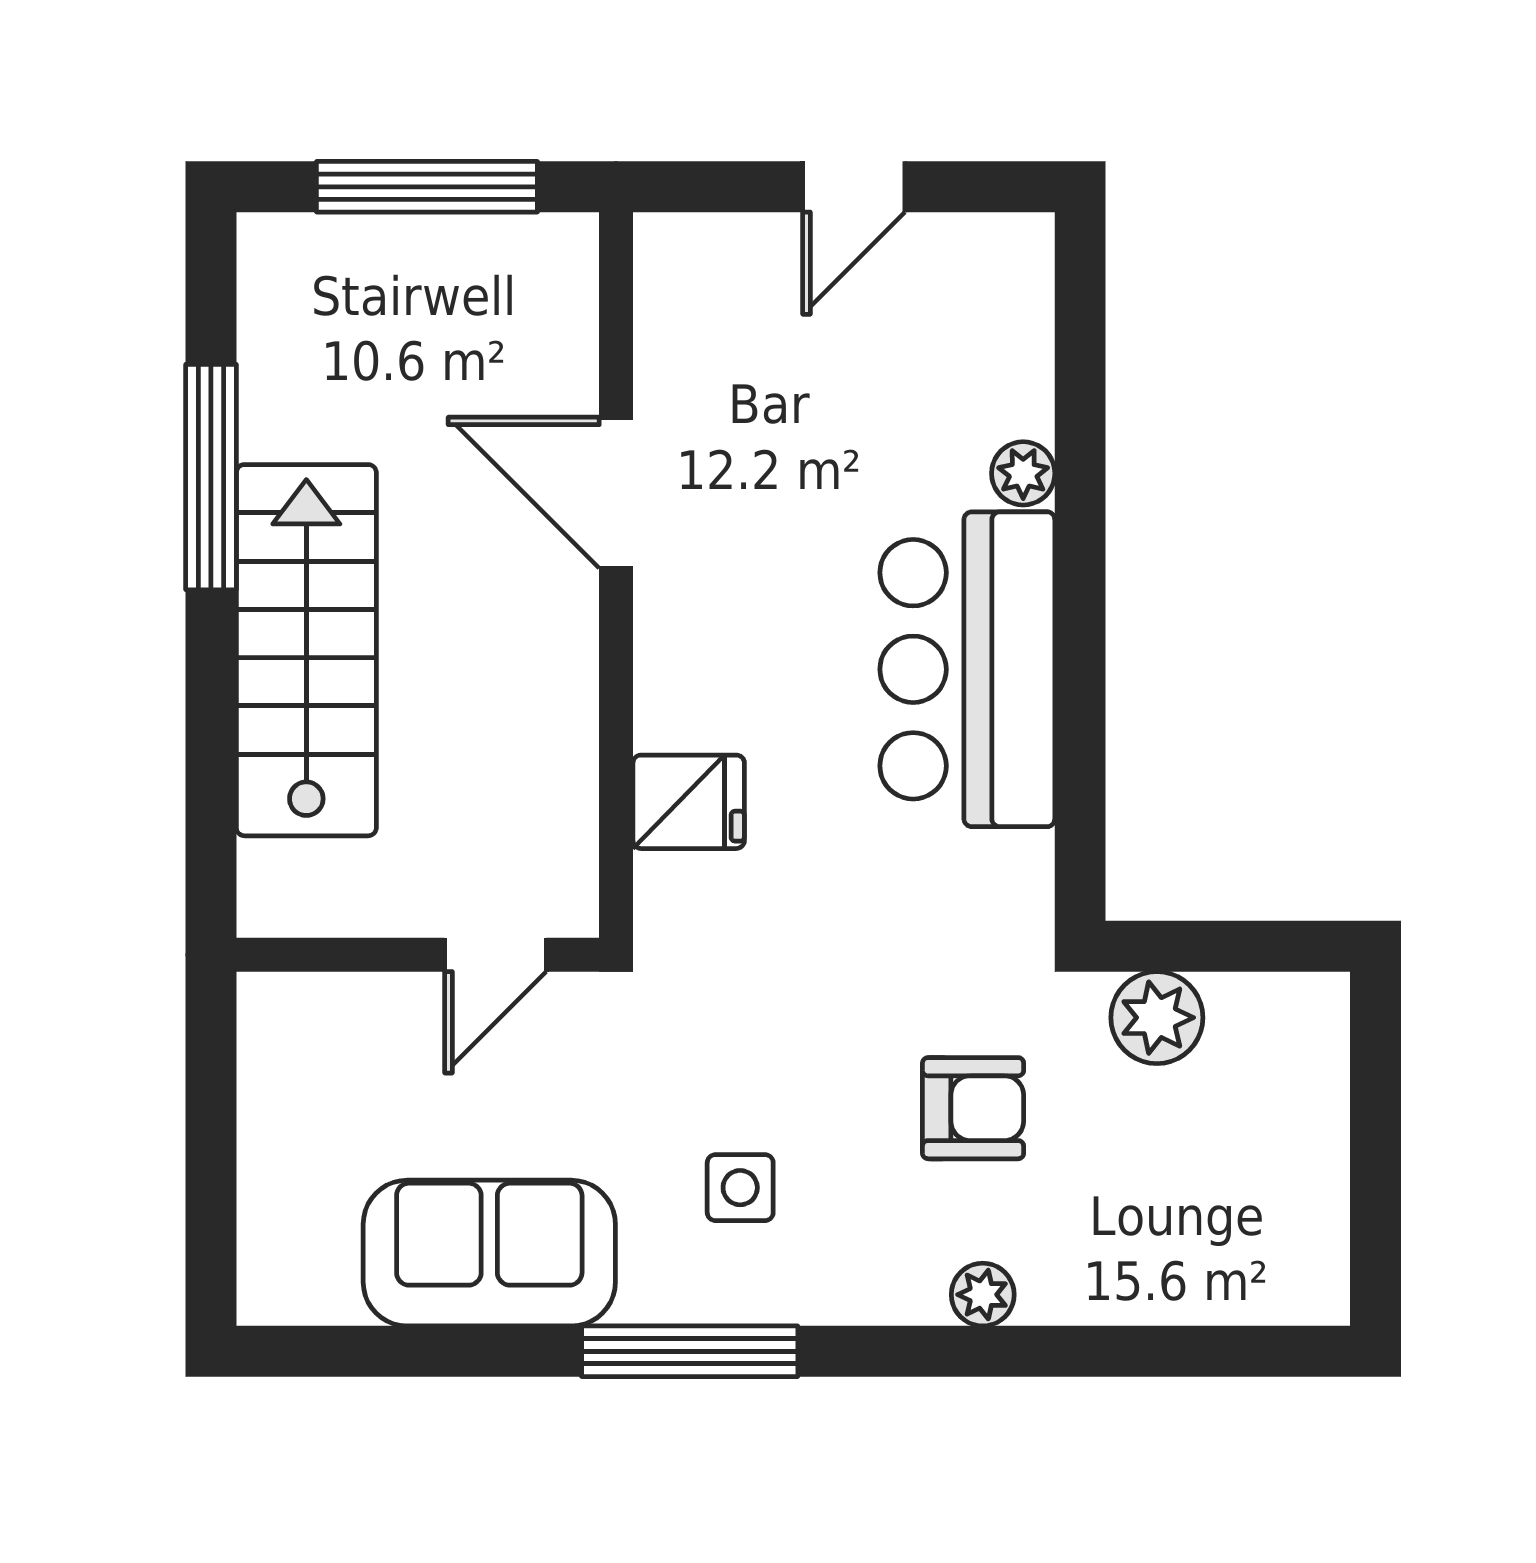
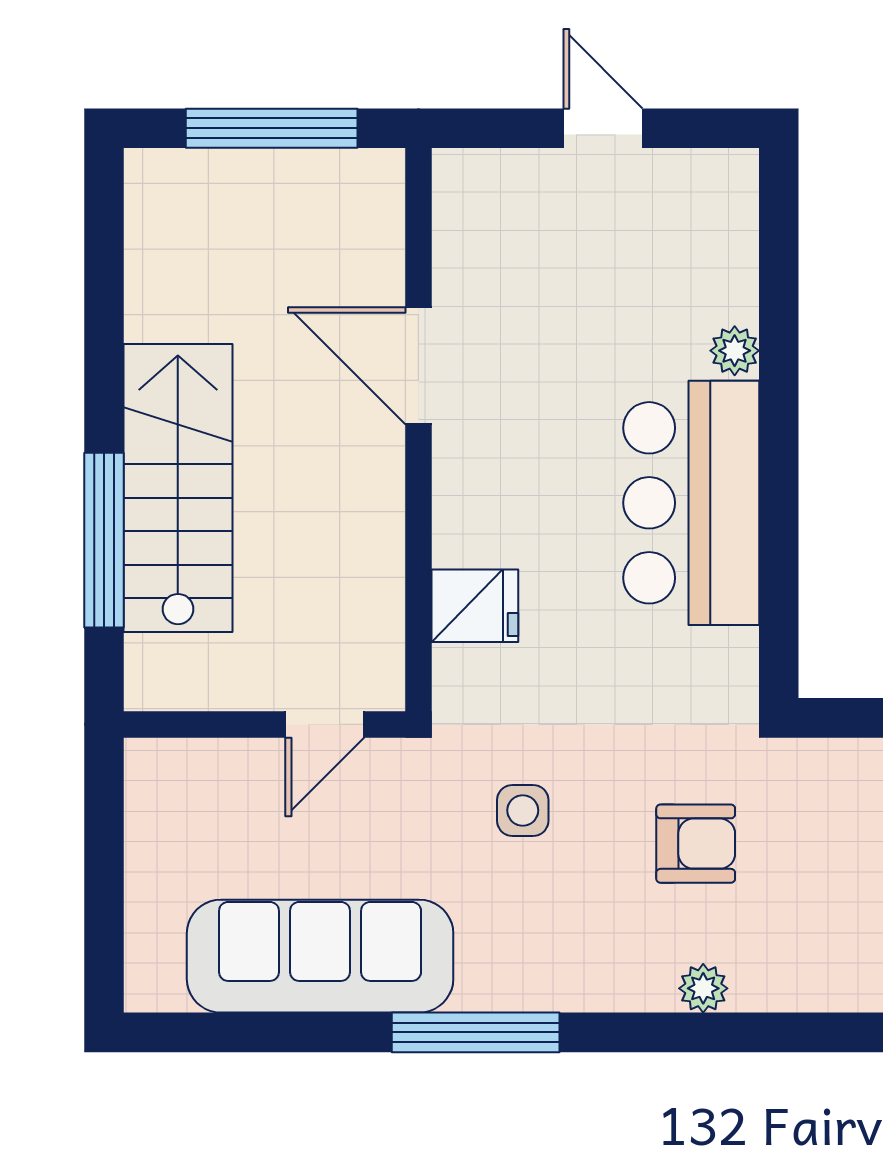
door: (854, 187) -> (603, 128), swing flipped
window: (211, 477) -> (104, 540), moved
plant: (1157, 1018) -> (838, 773), removed
side table: (740, 1188) -> (523, 810), moved
sofa: (489, 1253) -> (320, 956), width x1.36

